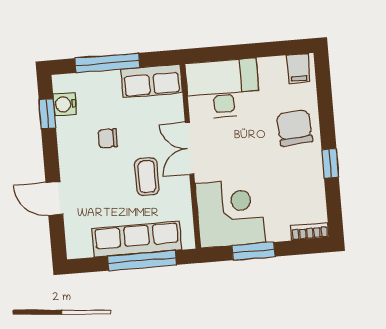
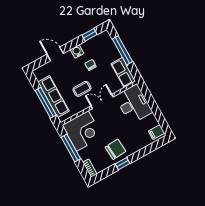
water cooler: (65, 104) -> (77, 51), moved
chair: (295, 128) -> (115, 149), moved
door: (54, 198) -> (55, 54), hinge flipped
window: (253, 251) -> (71, 148), width x1.44

